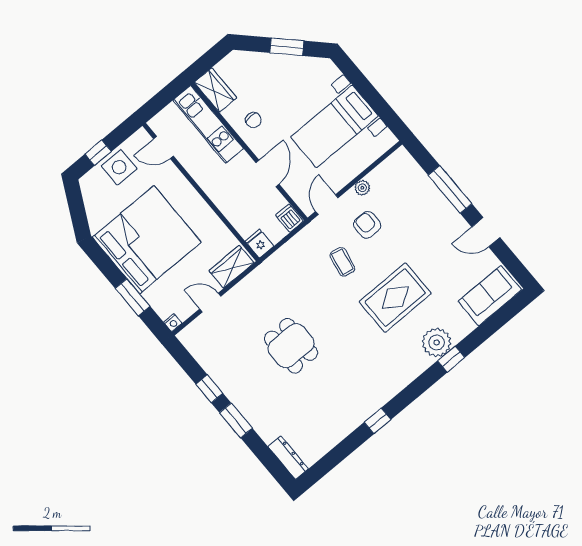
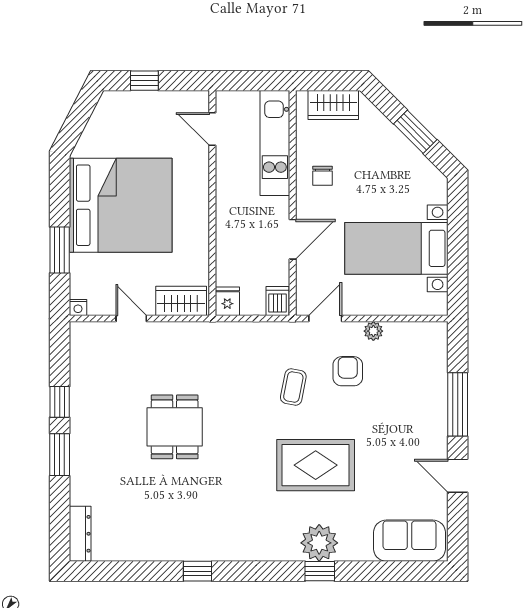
wardrobe: (215, 90) -> (333, 105), moved, turned 90
side table: (119, 167) -> (153, 112), removed

